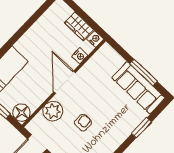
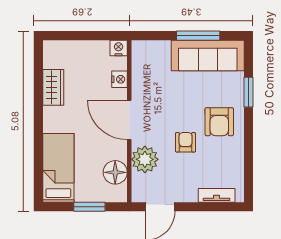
wardrobe: (79, 26) -> (53, 87), moved, turned -90
floor lamp: (22, 113) -> (115, 172), moved
armchair: (111, 129) -> (219, 122), added

